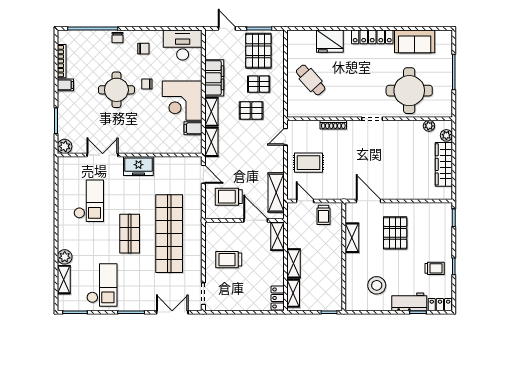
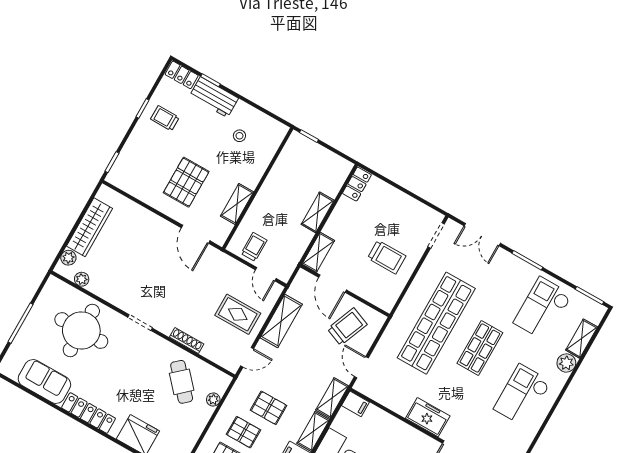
cafe table: (311, 80) -> (182, 382), moved
plant: (292, 95) -> (213, 400), added
filing cabinet: (193, 128) -> (355, 404), moved
shelving: (276, 193) -> (281, 321), moved
trolley: (229, 197) -> (347, 327), turned -68
checkout: (89, 201) -> (522, 395), moved
stool: (377, 285) -> (239, 136), width x0.53, depth x0.53
shelving: (293, 293) -> (337, 180), removed

